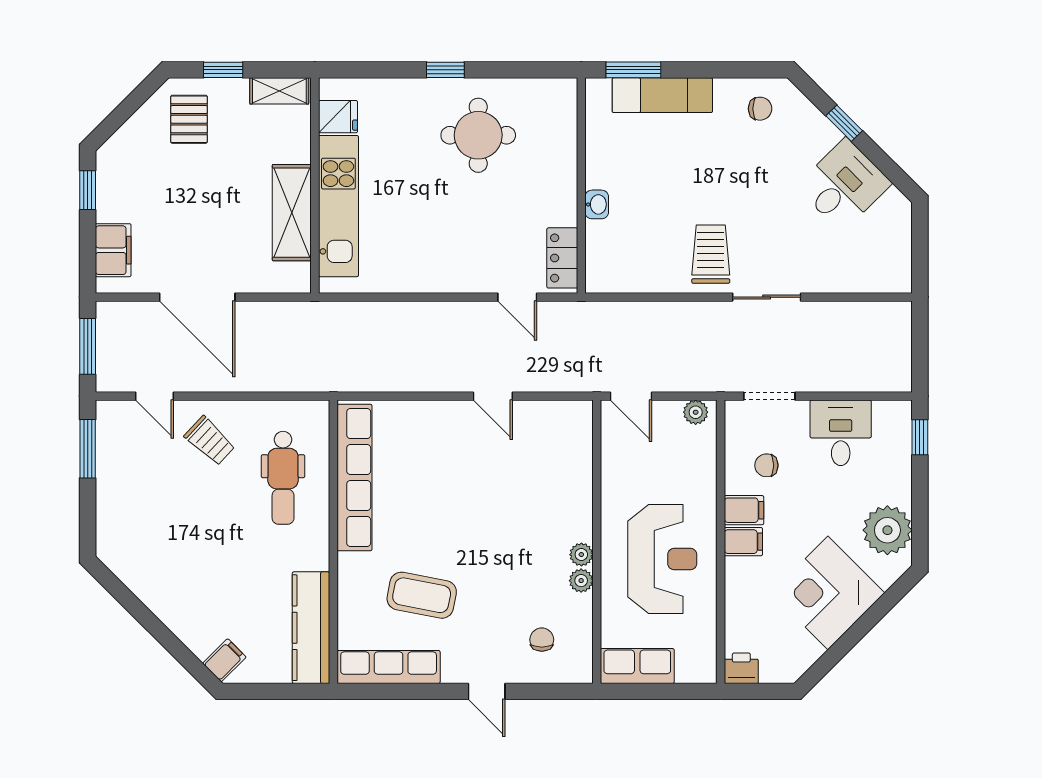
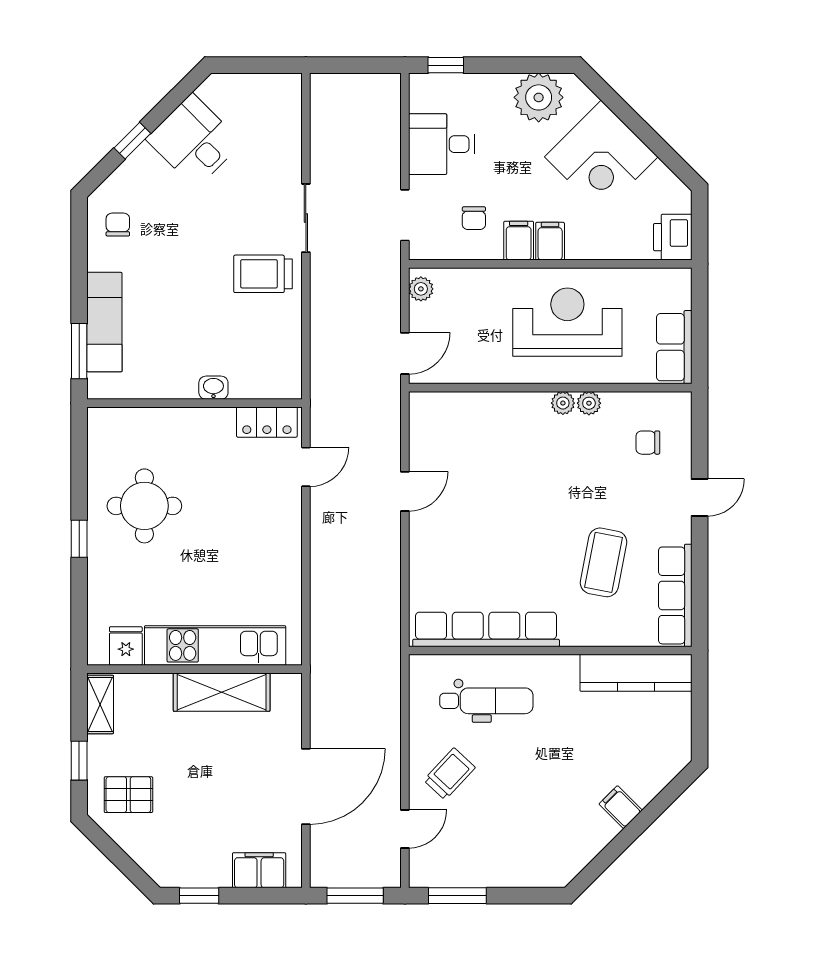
filing cabinet: (224, 660) -> (621, 807), moved
printer: (741, 668) -> (673, 237), width x1.36, depth x1.24

